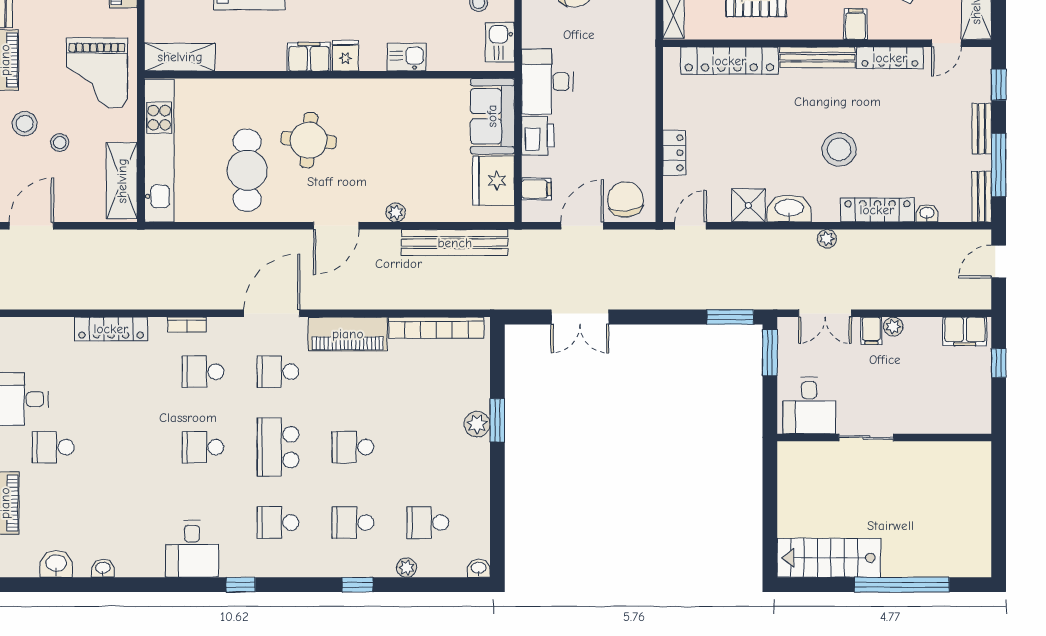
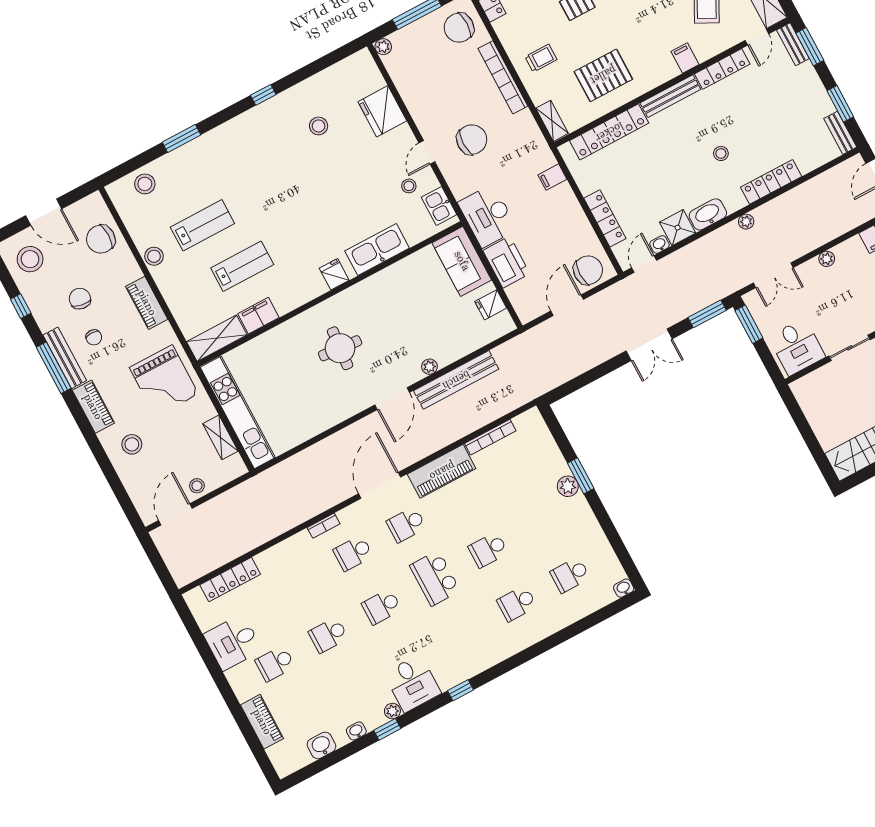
filing cabinet: (309, 57) -> (258, 316), moved
kitchen sink: (407, 57) -> (377, 250), width x1.88, depth x1.24
window: (999, 85) -> (810, 47), width x1.50
bench: (982, 129) -> (793, 44), moved
printer: (538, 136) -> (506, 262), width x1.37, depth x1.19
stool: (60, 143) -> (197, 486), moved
stool: (839, 149) -> (721, 153), width x0.53, depth x0.53
locker: (674, 153) -> (605, 218), width x1.53
window: (999, 165) -> (840, 104), width x0.69
cafe table: (247, 170) -> (308, 393), removed
shelving: (122, 181) -> (220, 437), width x0.67, depth x0.75
fridge: (494, 181) -> (491, 305), width x0.53, depth x0.75
filing cabinet: (536, 189) -> (552, 177), moved, turned 180
chair: (625, 200) -> (588, 270), turned 95
washbasin: (927, 213) -> (660, 244), moved
bench: (455, 243) -> (456, 380), moved
double door: (580, 317) -> (649, 345), moved
bookcase: (436, 328) -> (490, 437), width x0.68, depth x0.76
locker: (111, 329) -> (230, 580), moved
filing cabinet: (871, 331) -> (813, 270), removed
school desk: (278, 523) -> (328, 635), moved
plant: (407, 568) -> (392, 711), moved
window: (358, 585) -> (387, 729), moved

